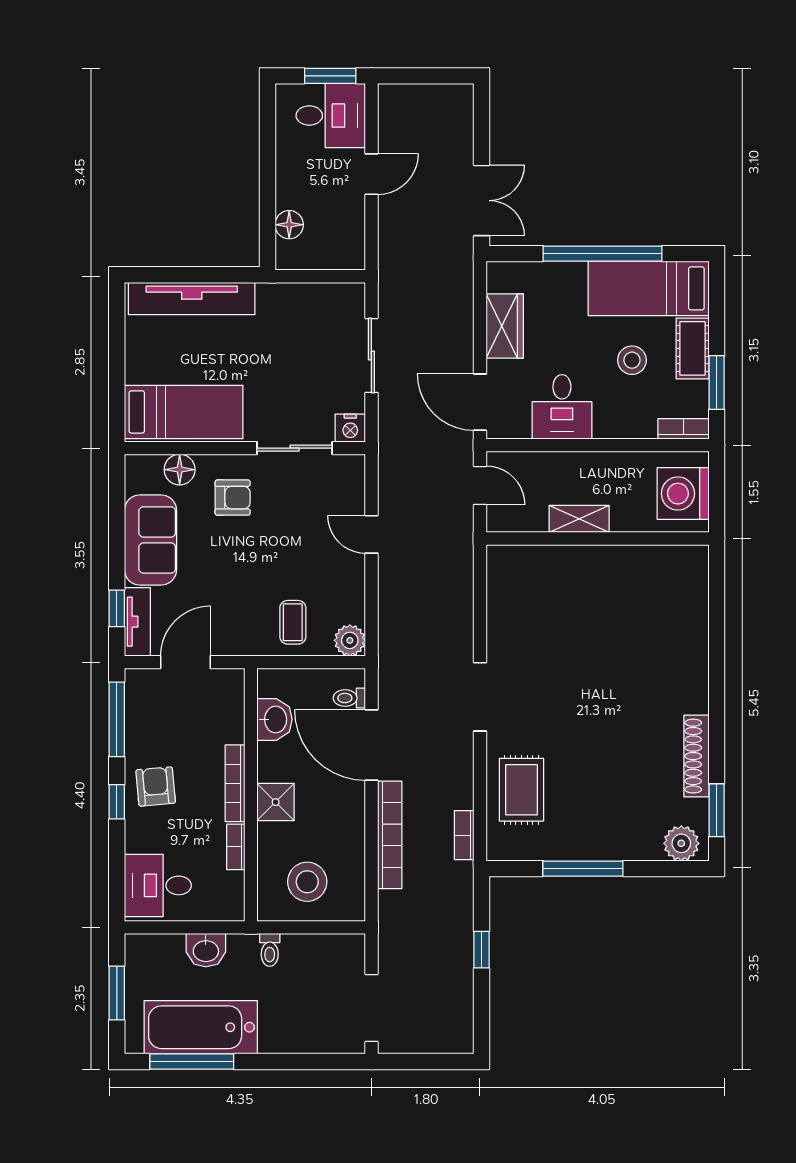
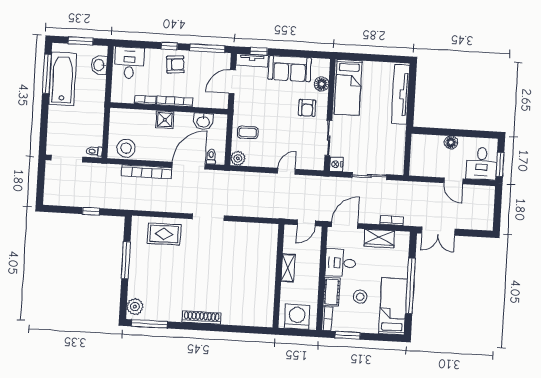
floor lamp: (289, 225) -> (451, 142), moved
cot: (693, 348) -> (331, 292), moved, turned 90
door: (185, 662) -> (232, 82), swing flipped
shoe rack: (696, 756) -> (202, 318), moved
window: (717, 810) -> (149, 324), width x1.44
bookcase: (464, 835) -> (392, 220), moved
stool: (307, 882) -> (126, 148), moved
washbasin: (206, 950) -> (99, 65), moved
toilet: (270, 950) -> (94, 151), moved

